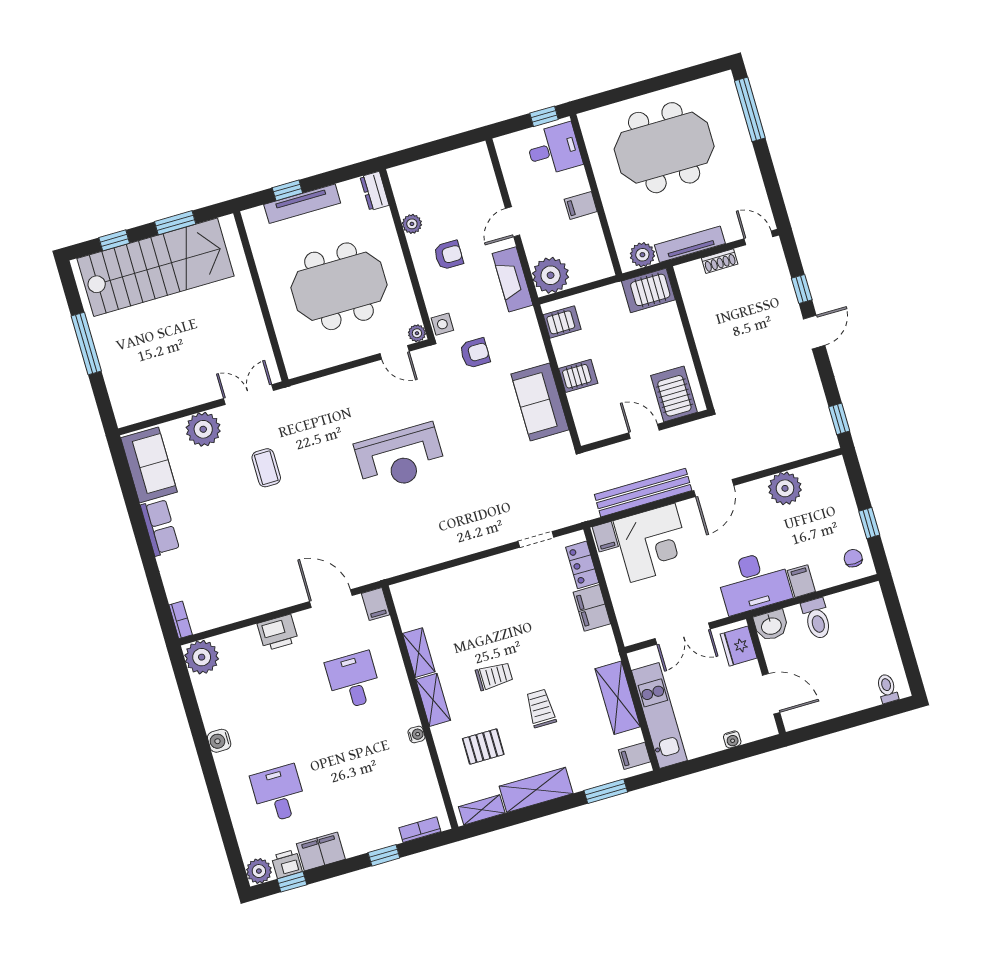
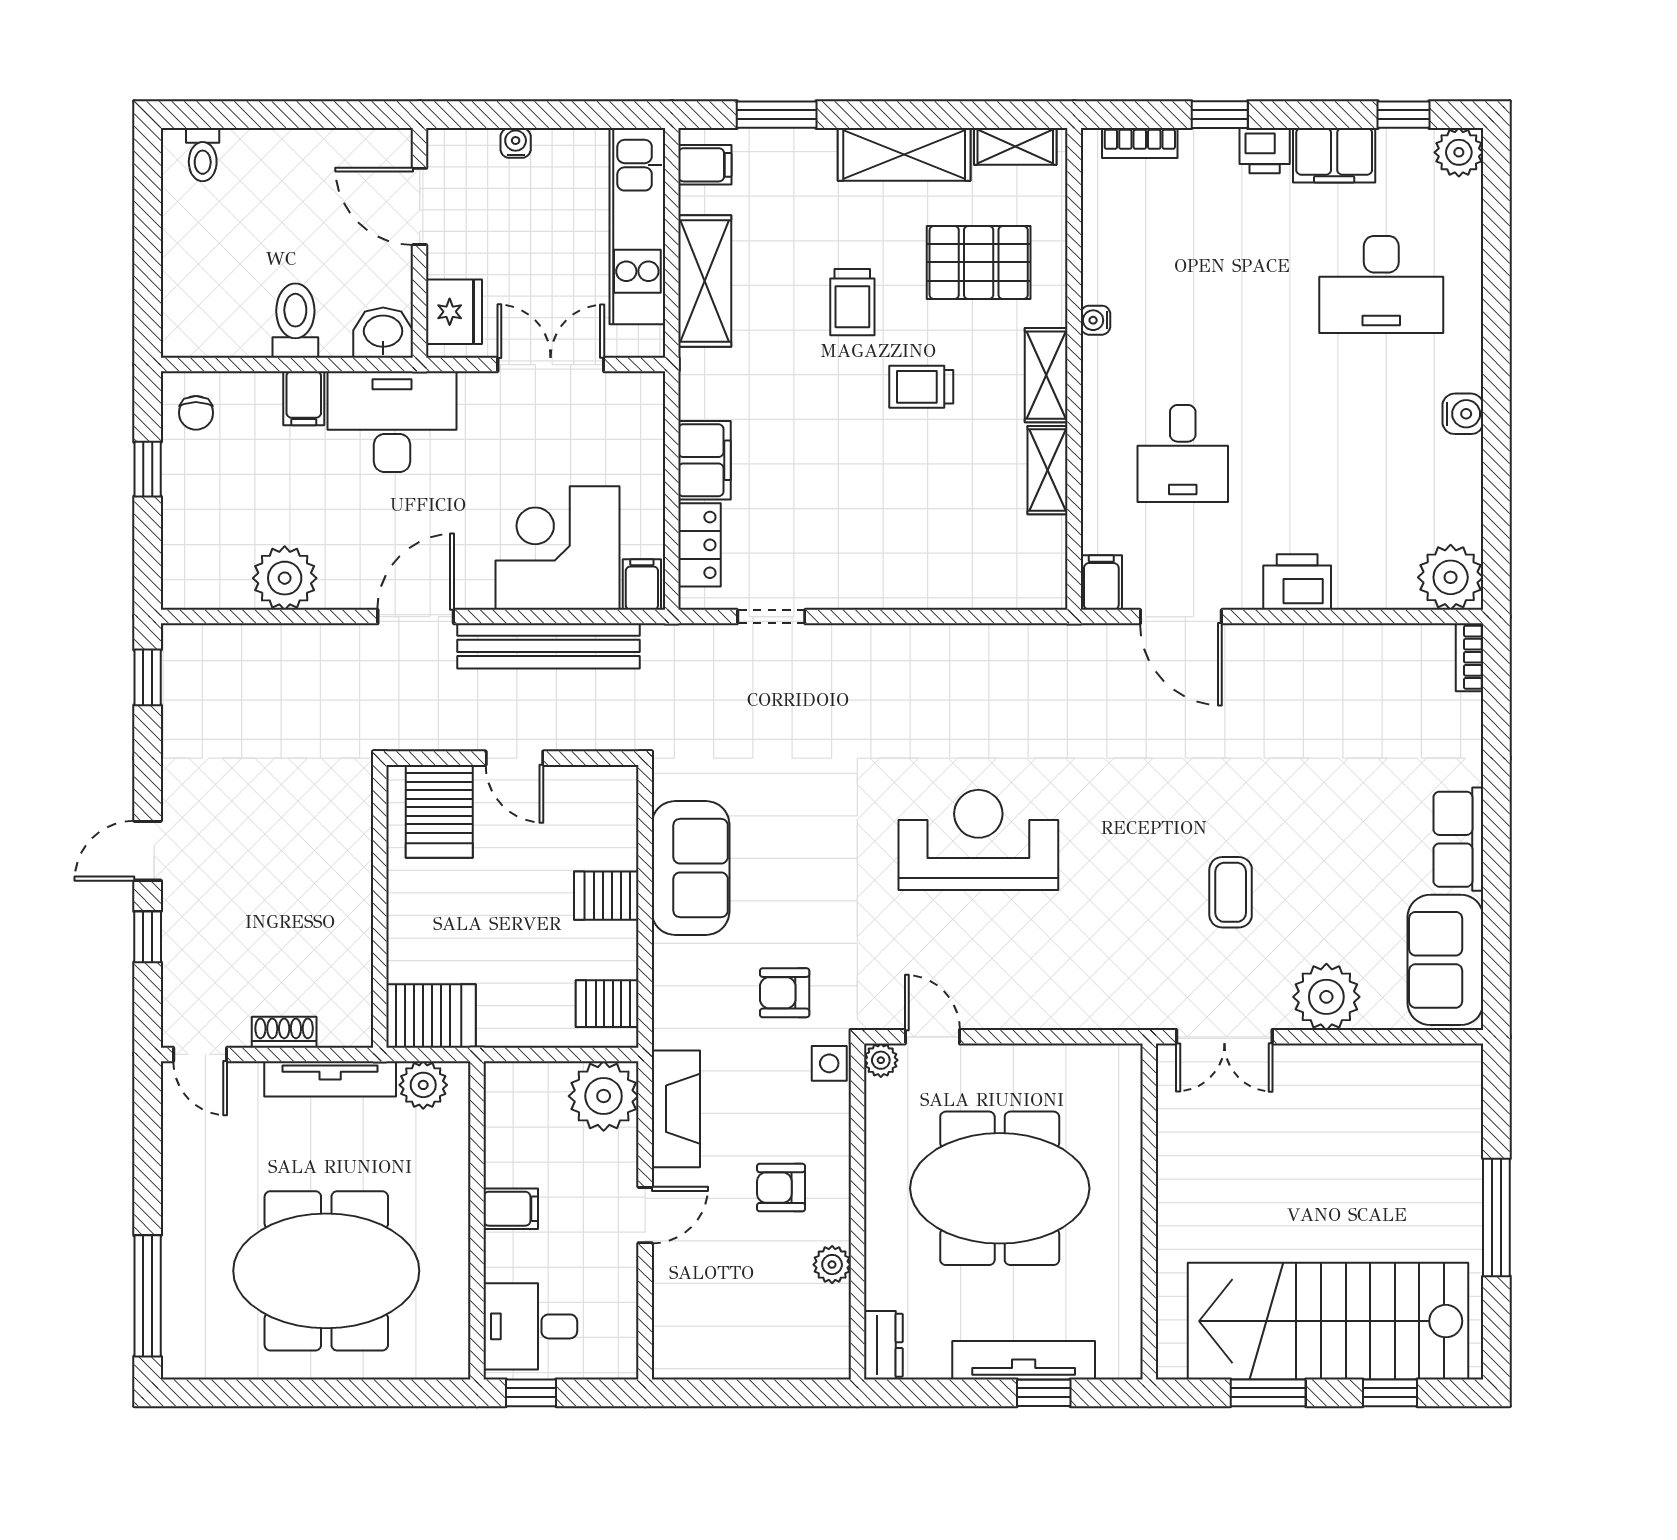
pallet: (483, 747) -> (979, 262), width x1.50, depth x1.42
desk: (279, 794) -> (1381, 284), width x1.37
printer: (287, 864) -> (1265, 151), moved

